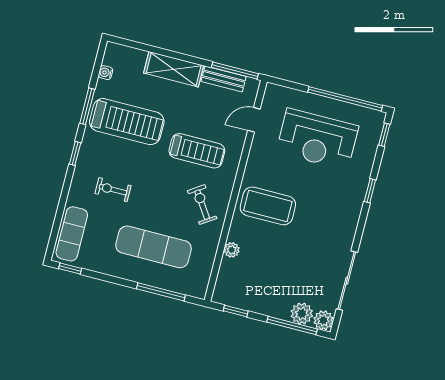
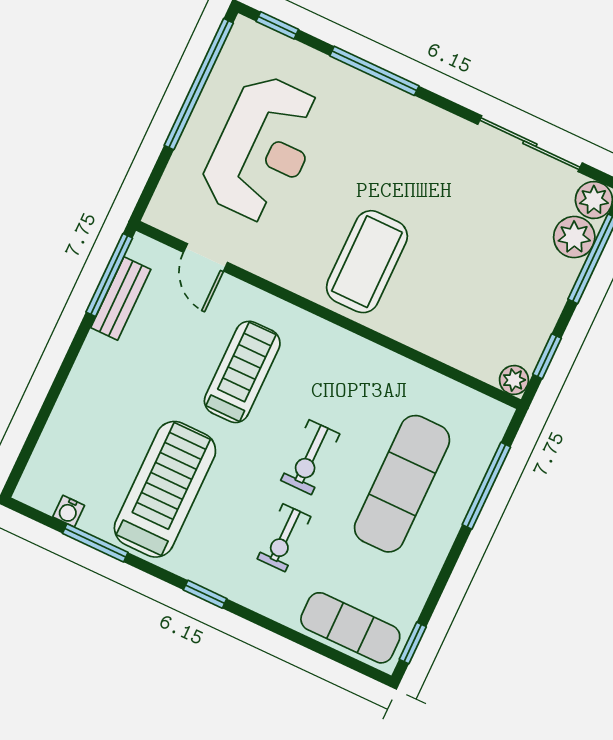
shelving: (174, 69) -> (86, 386), removed
window: (87, 106) -> (95, 543), moved
window: (370, 191) -> (374, 71), width x2.17
exercise bike: (202, 205) -> (310, 457), moved, turned -56
plant: (232, 250) -> (514, 380), moved

